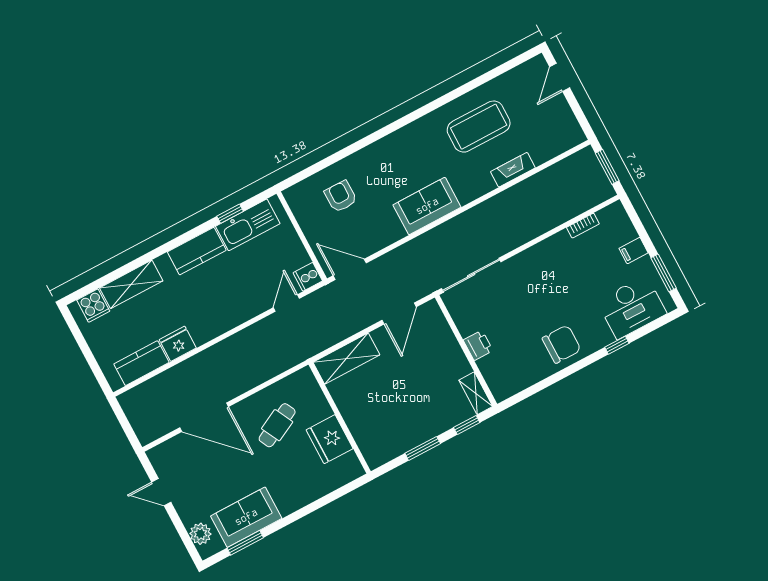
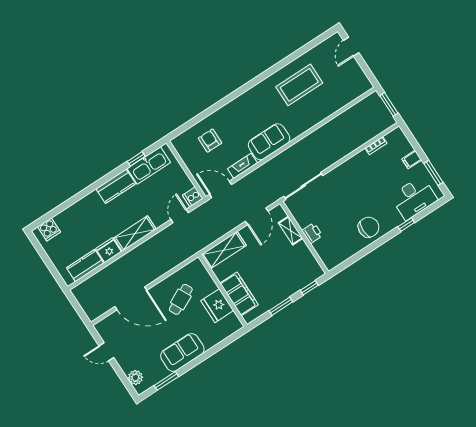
fireplace: (513, 170) -> (242, 166), moved
shelving: (131, 284) -> (135, 234), moved
shelving: (476, 393) -> (291, 231), moved
filing cabinet: (363, 425) -> (239, 294), added
sofa: (246, 517) -> (182, 352), moved

